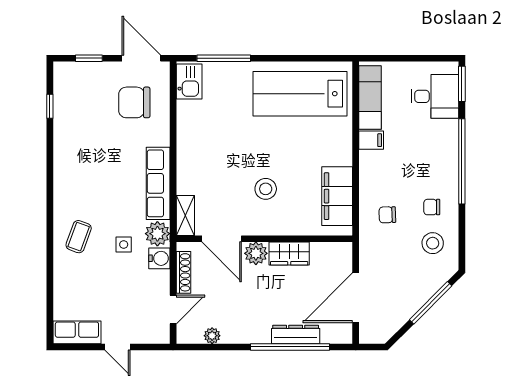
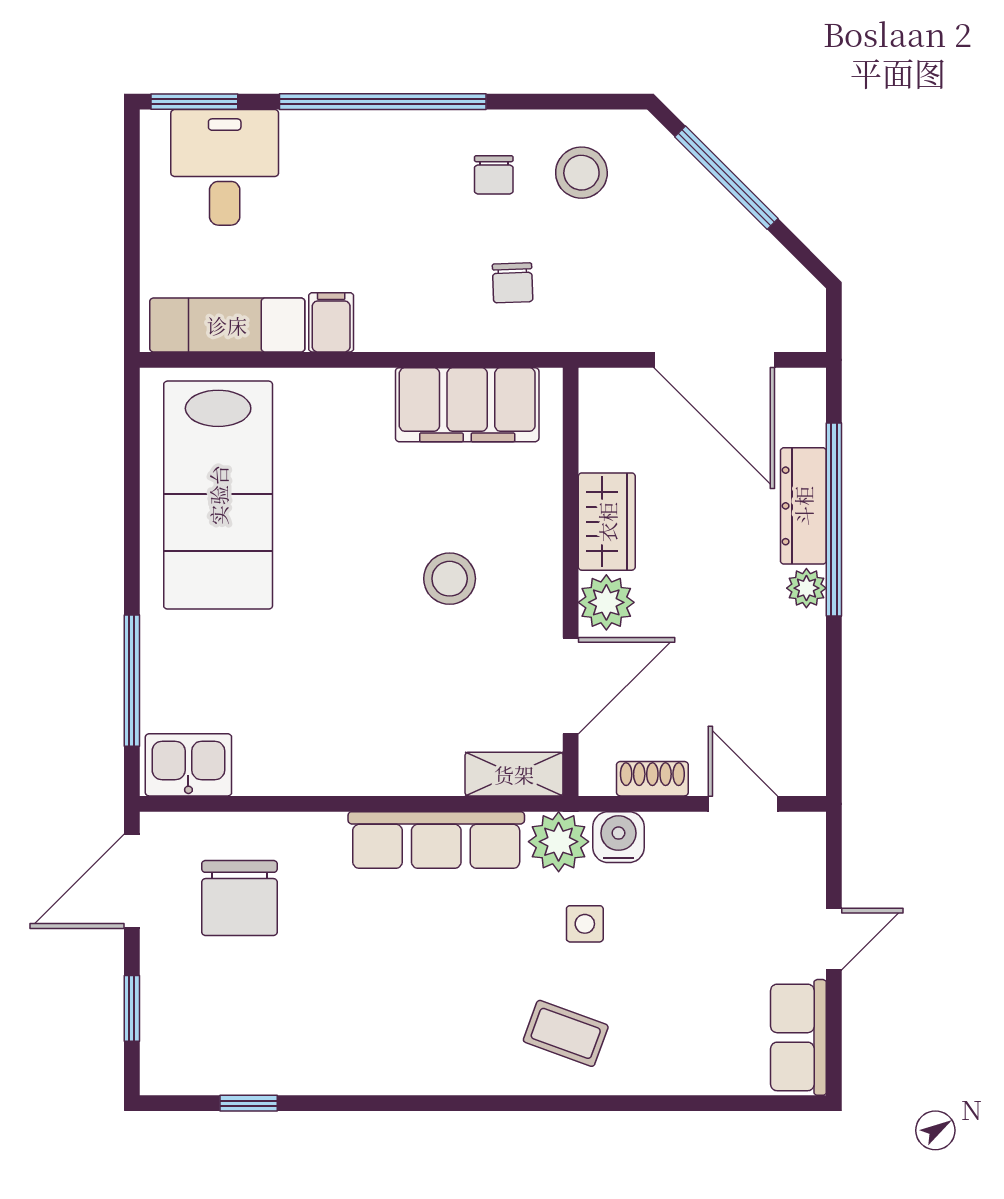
shoe rack: (183, 272) -> (652, 779), width x0.70
plant: (212, 336) -> (806, 588), moved

